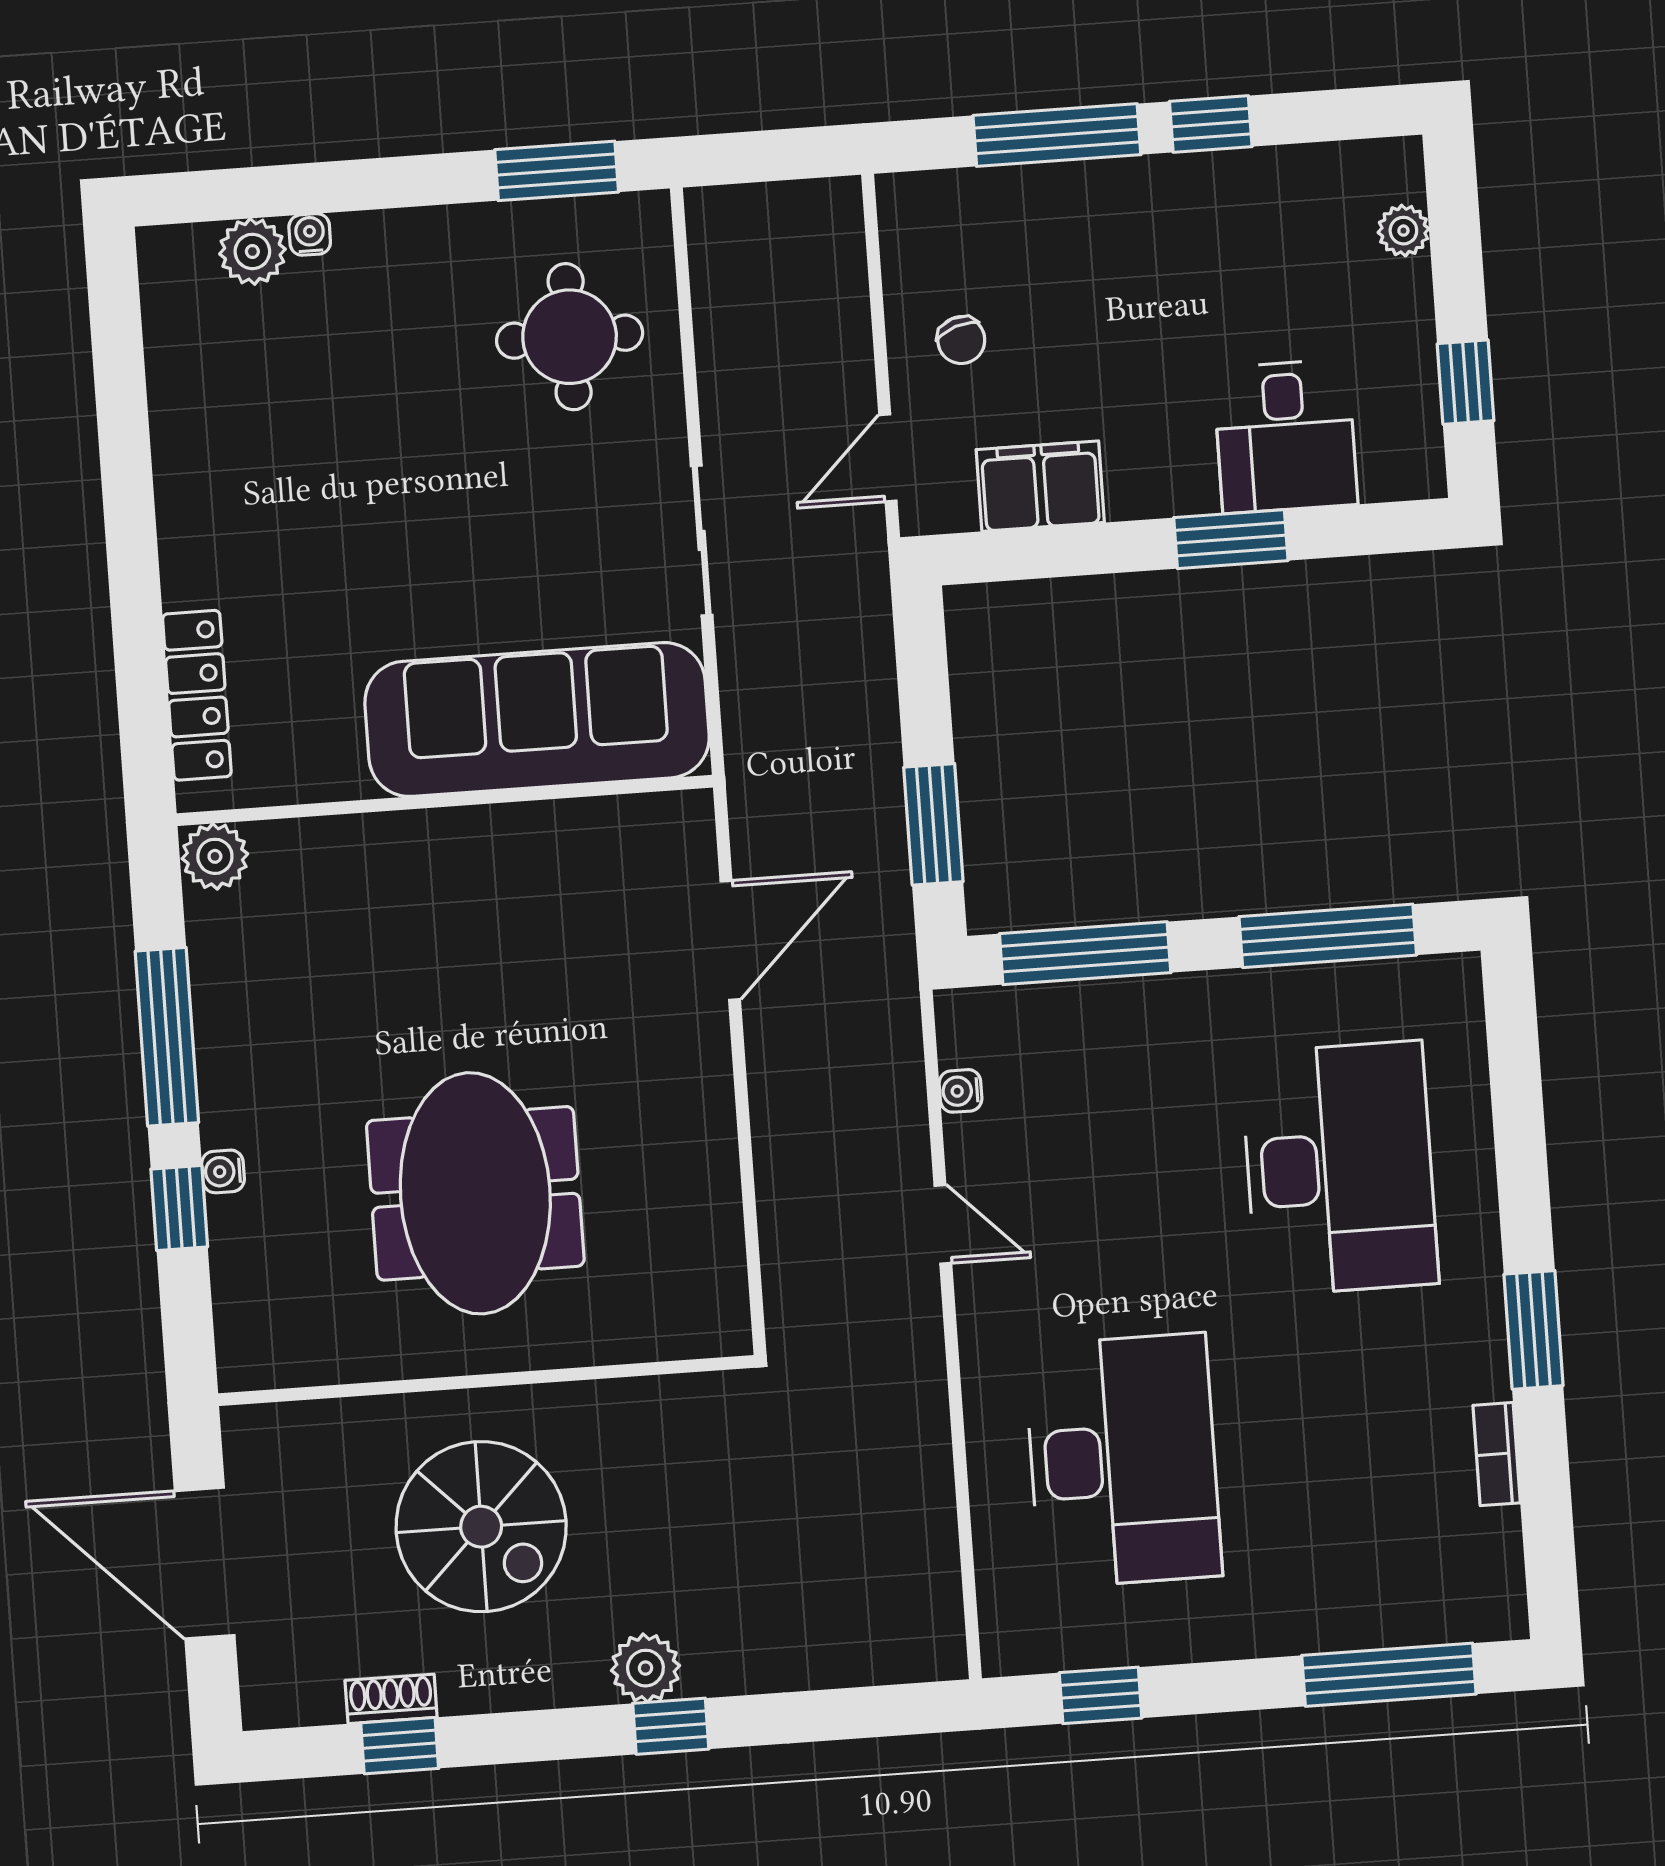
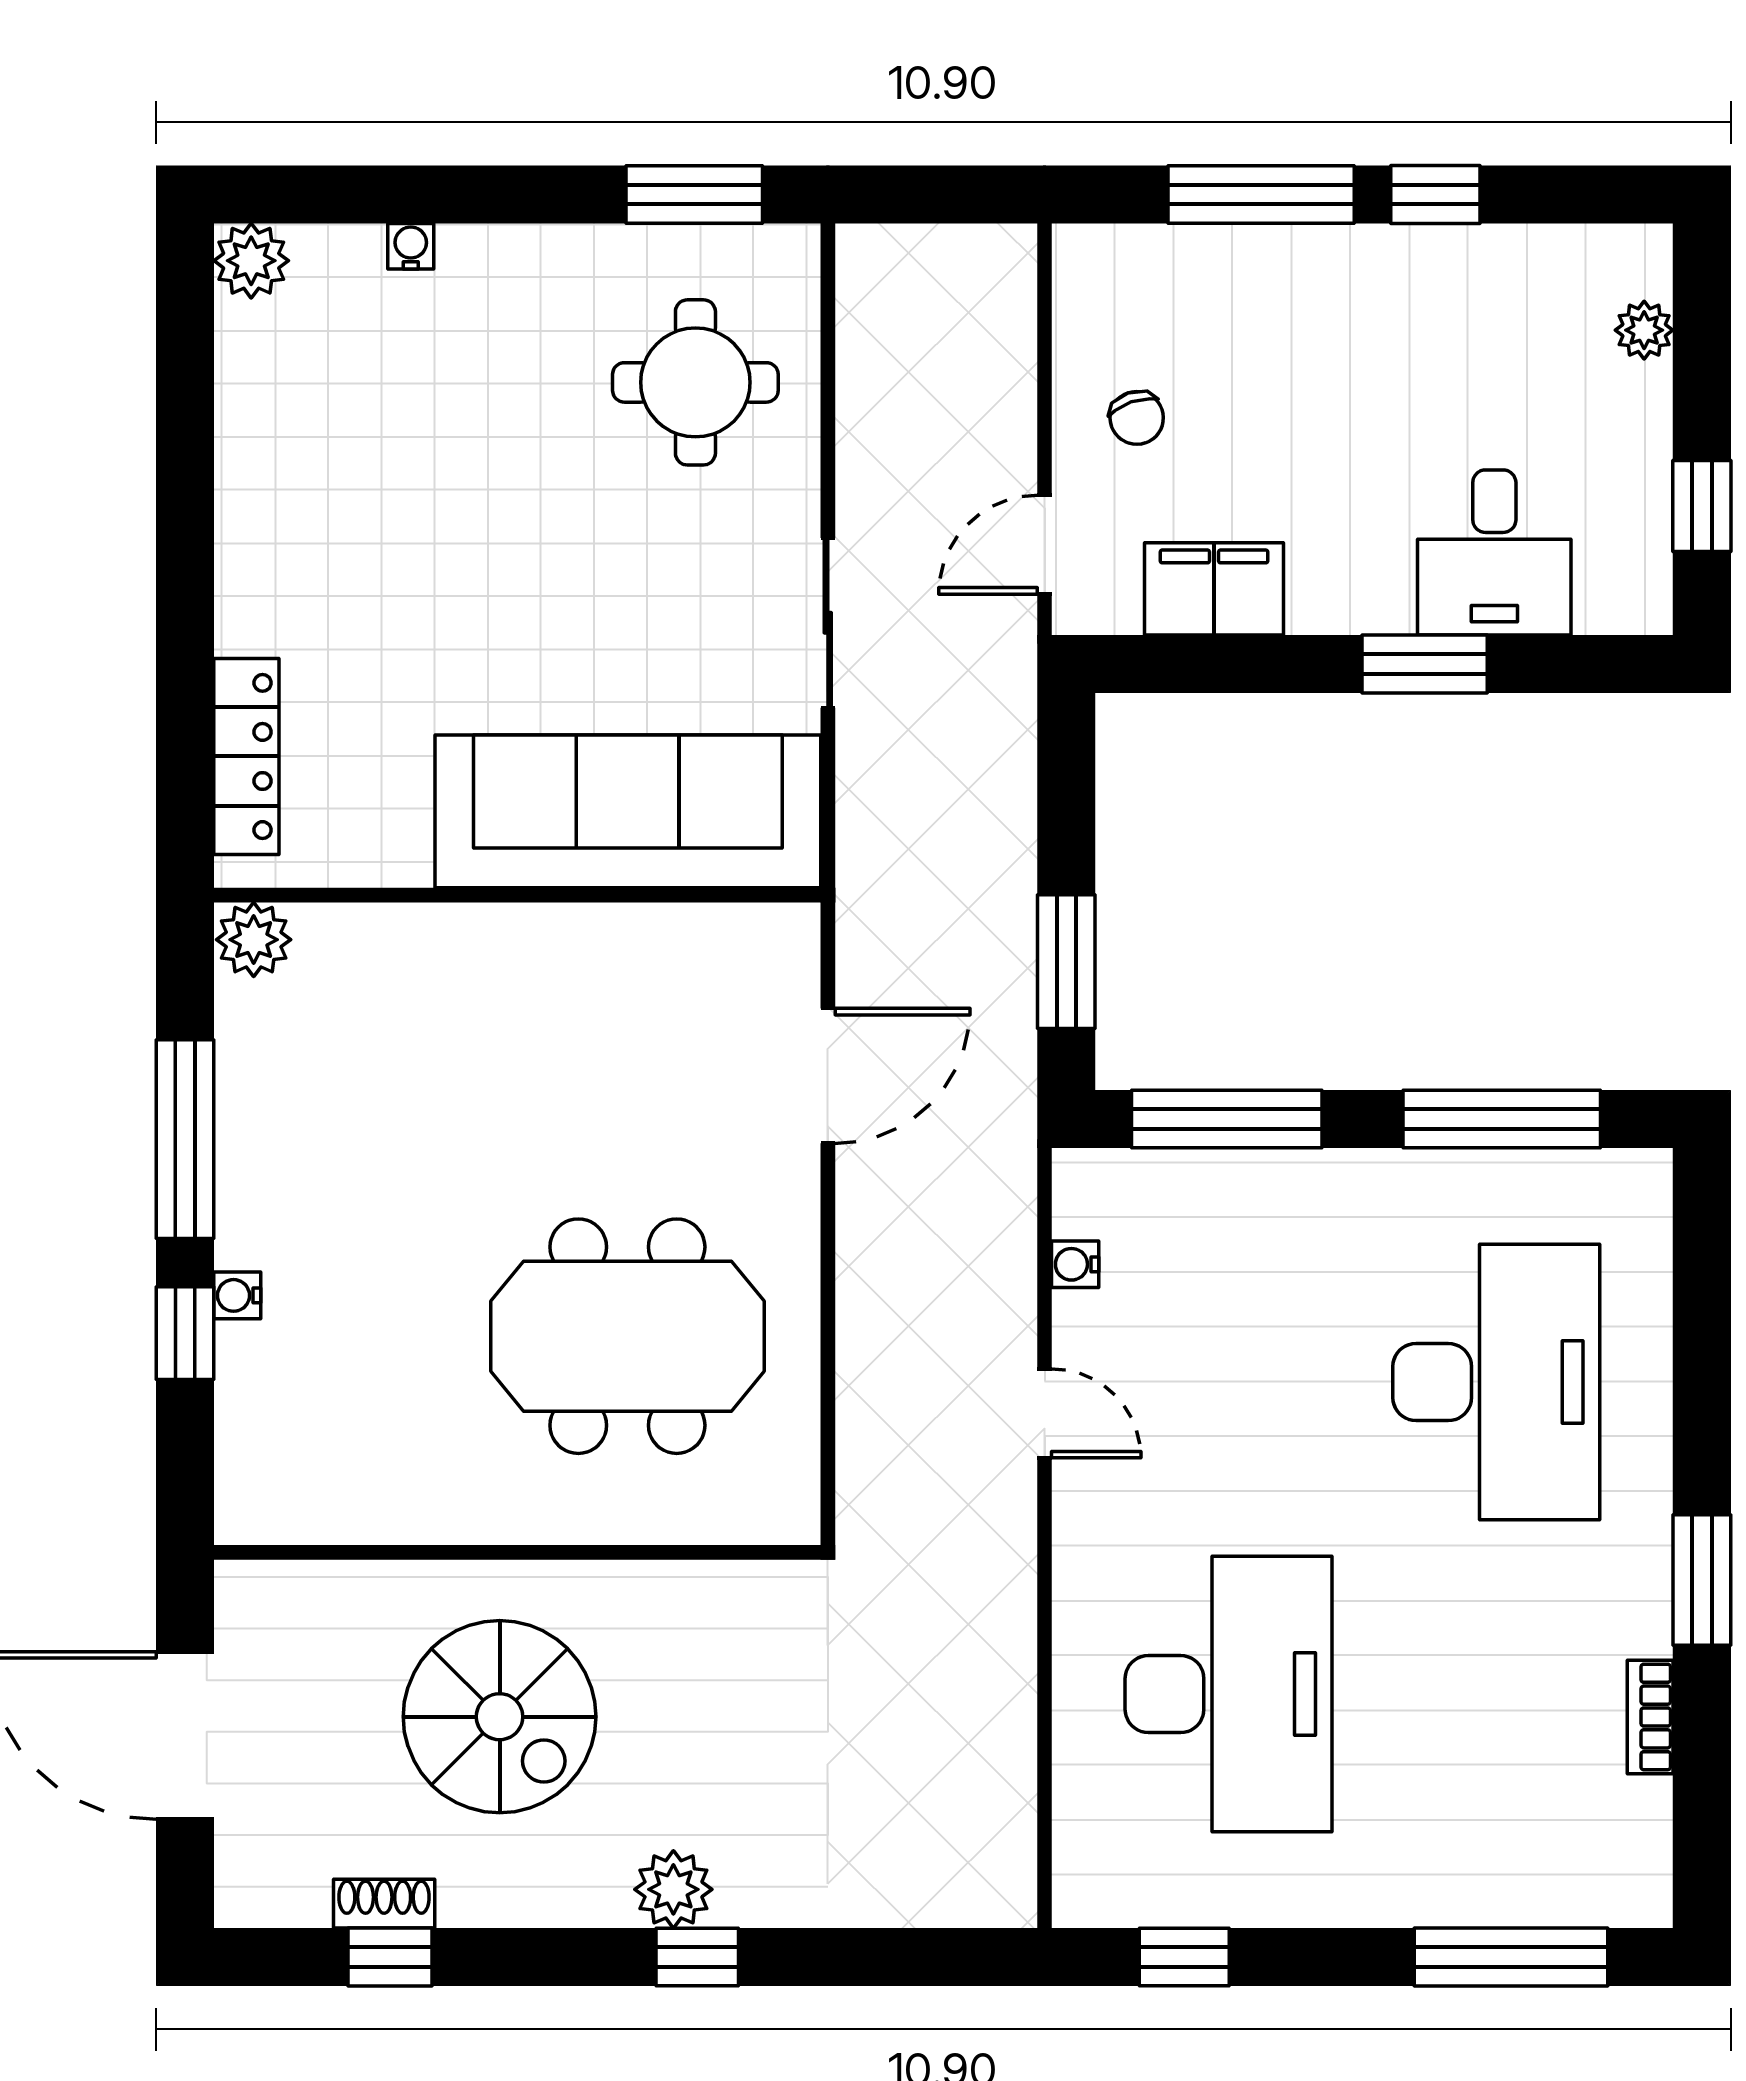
plant: (252, 251) -> (251, 261), moved
meeting table: (475, 1193) -> (627, 1336), moved, turned 90

